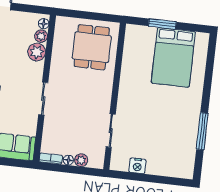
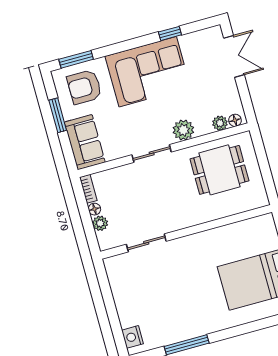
dining table: (92, 47) -> (219, 170), moved
plant: (37, 52) -> (183, 130), moved
nightstand: (137, 166) -> (132, 337), moved

